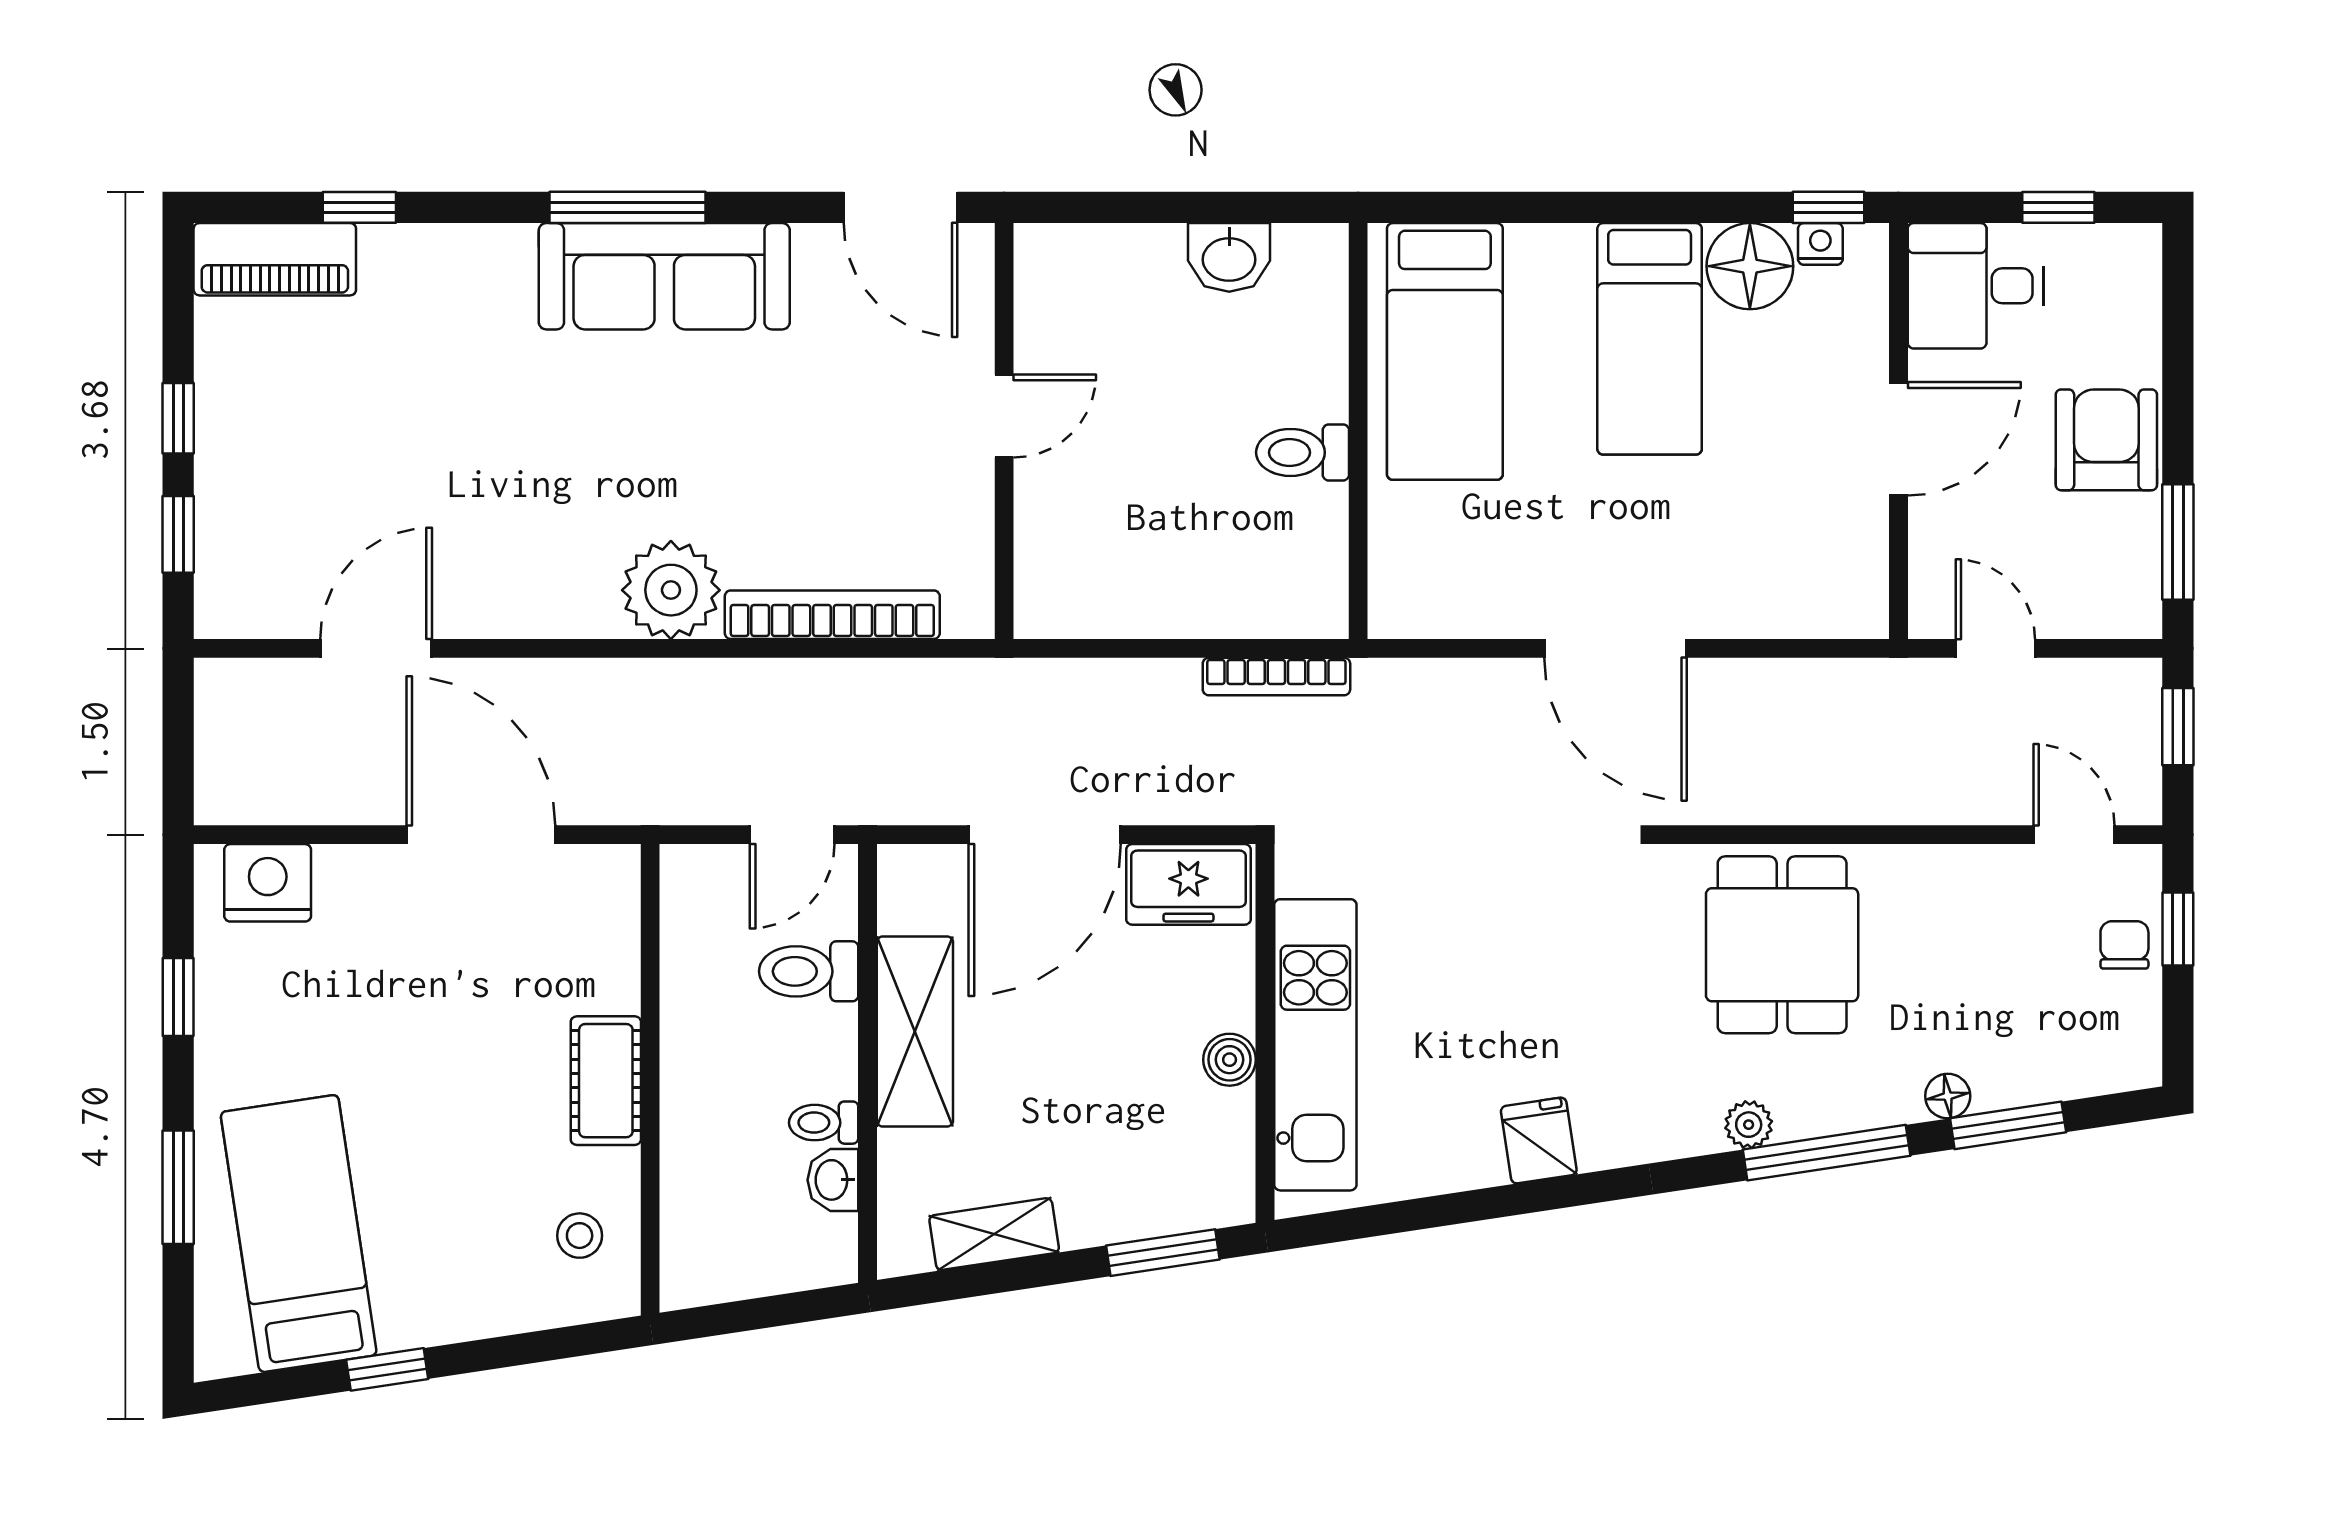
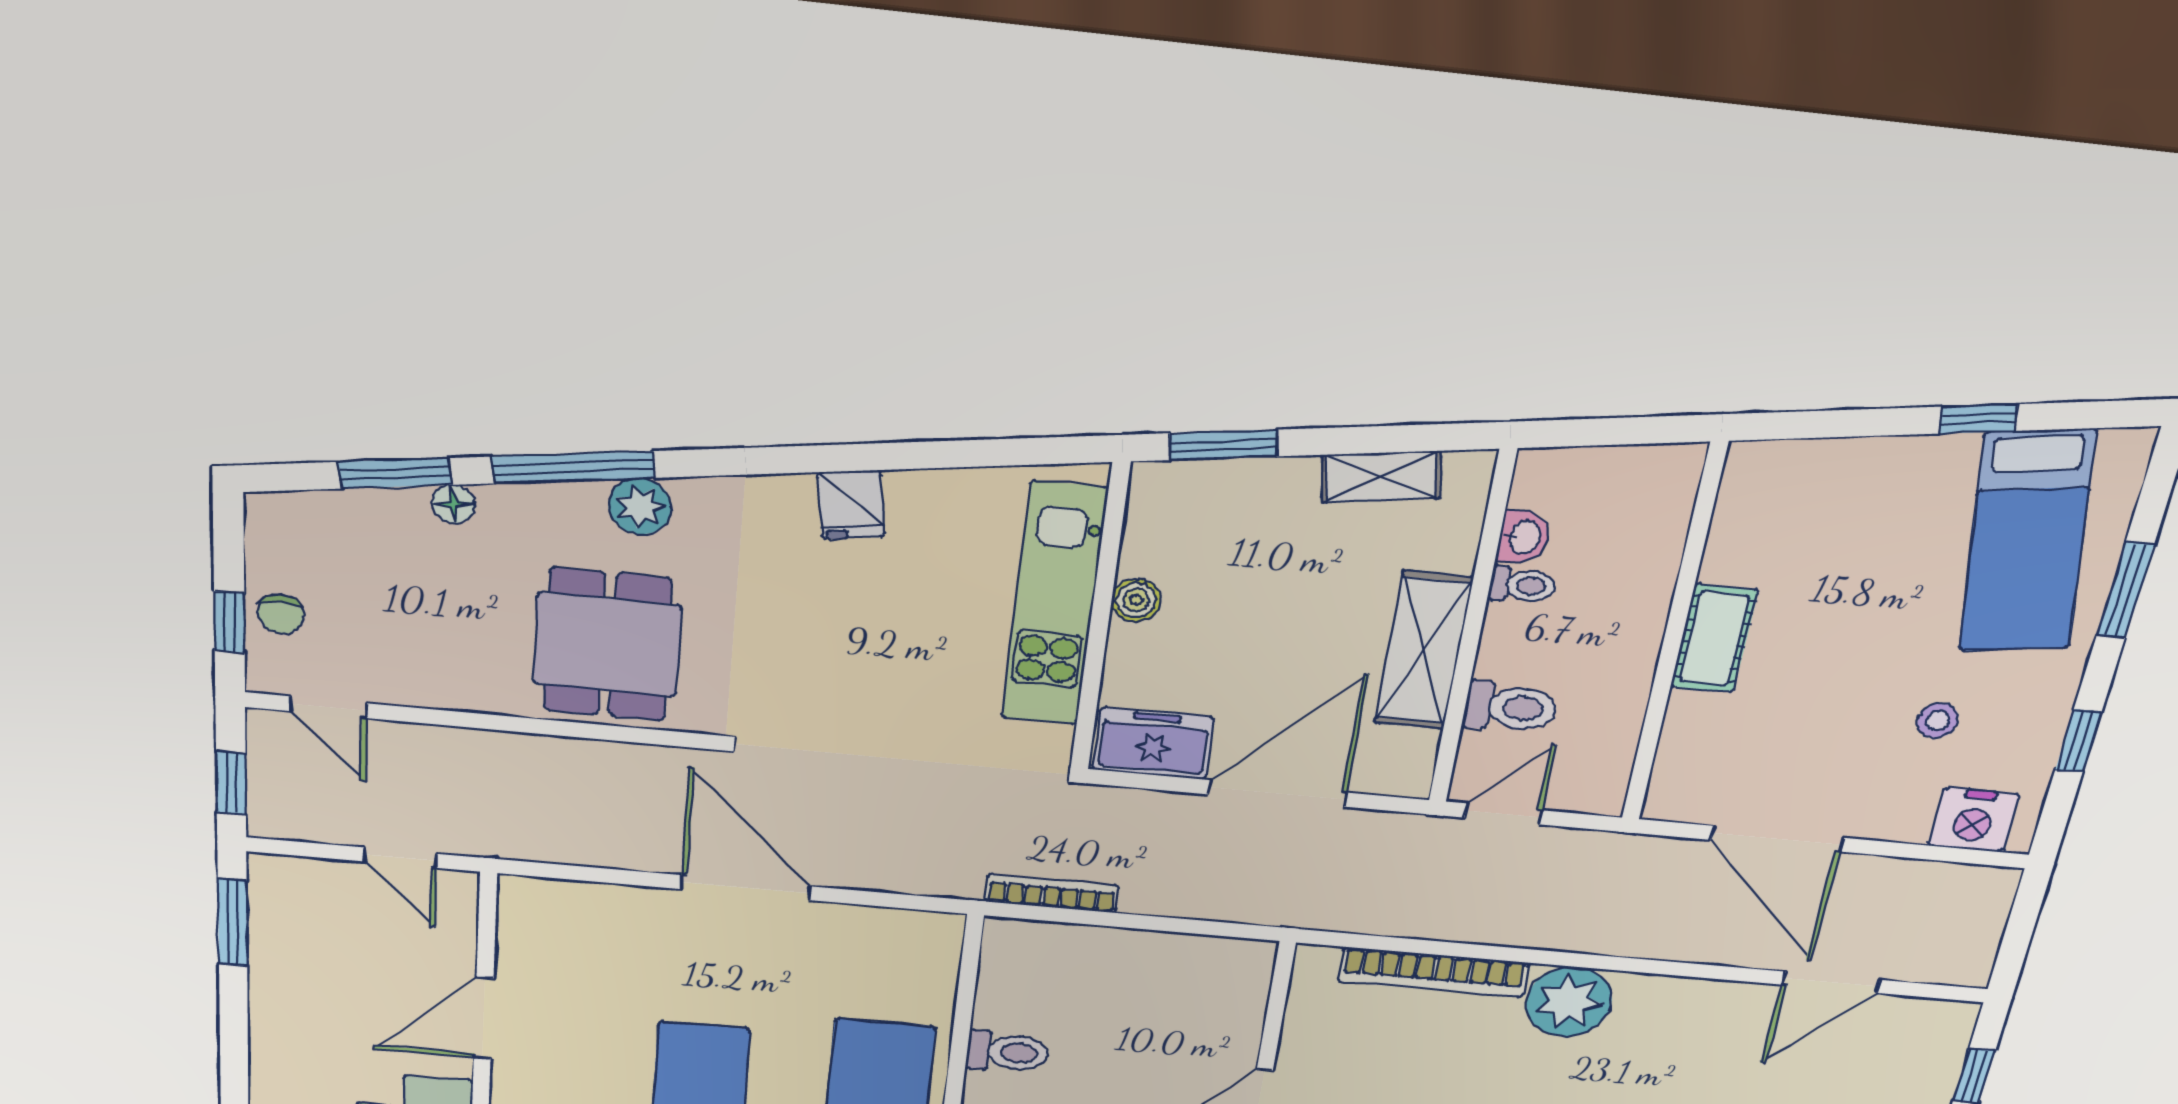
armchair: (2106, 440) -> (298, 1002), removed
plant: (1749, 1125) -> (640, 506), width x1.38, depth x1.38
stool: (580, 1236) -> (1938, 720), moved

